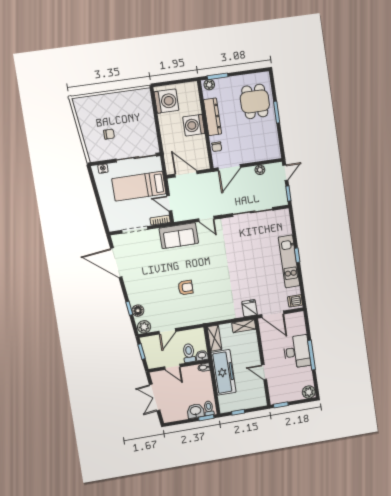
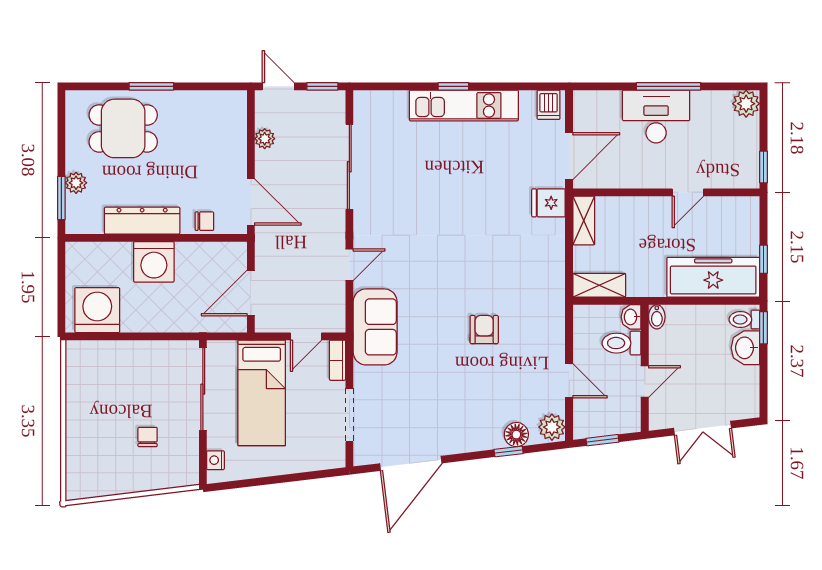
plant: (209, 85) -> (76, 183), moved
freezer: (224, 372) -> (713, 277), moved

